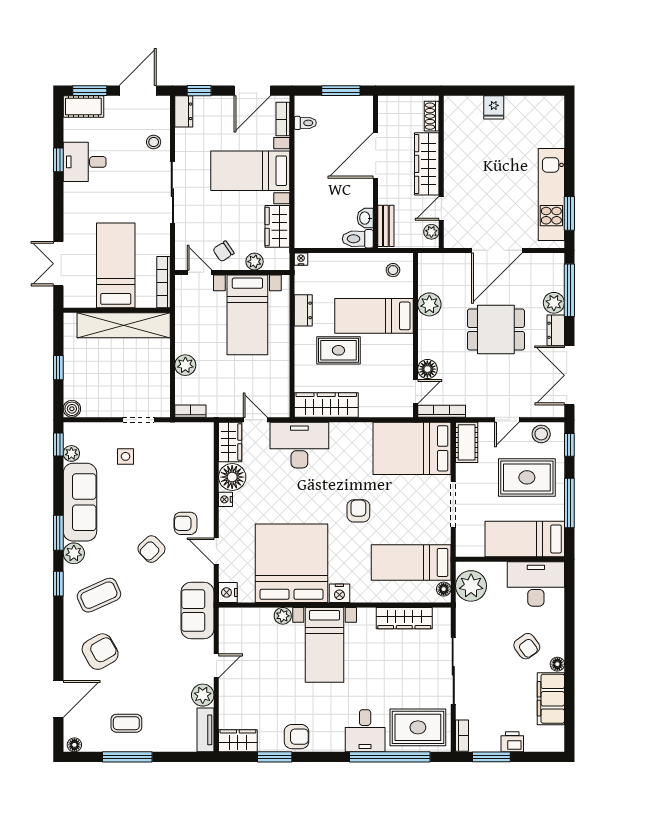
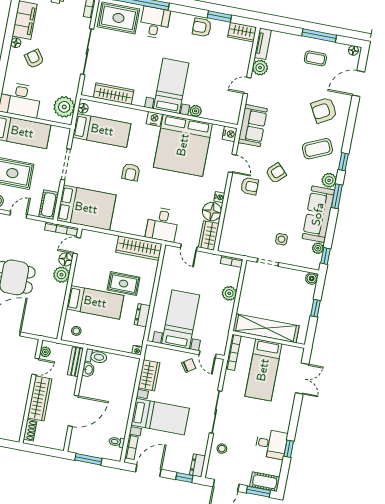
plant: (255, 262) -> (169, 355), removed
plant: (429, 304) -> (61, 275), moved
desk: (299, 445) -> (162, 224), width x0.73

